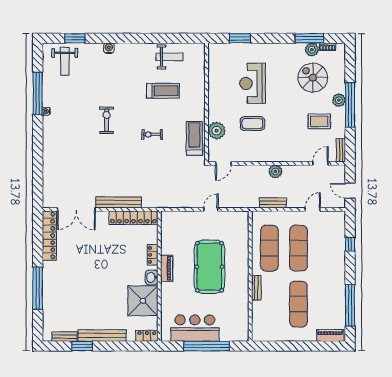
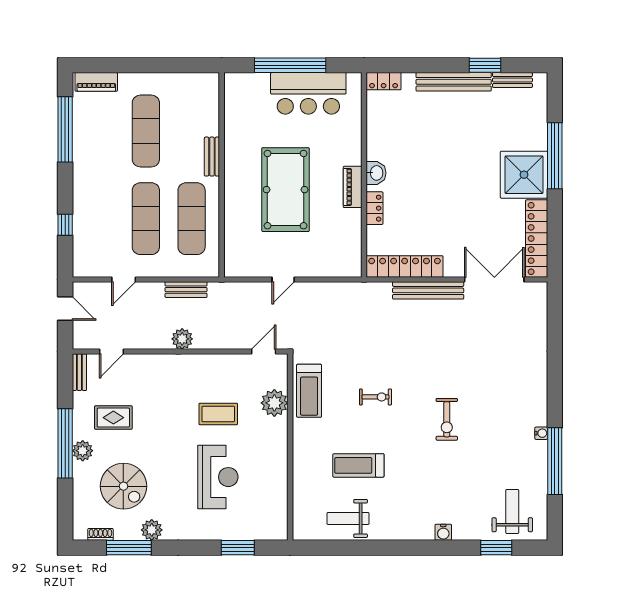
plant: (312, 50) -> (152, 530), moved
shower: (143, 301) -> (524, 175), moved

